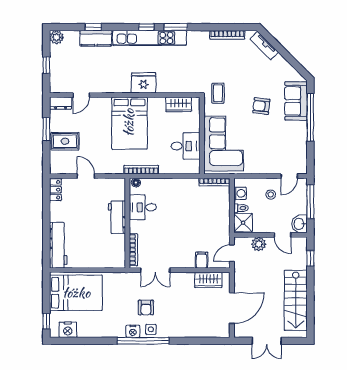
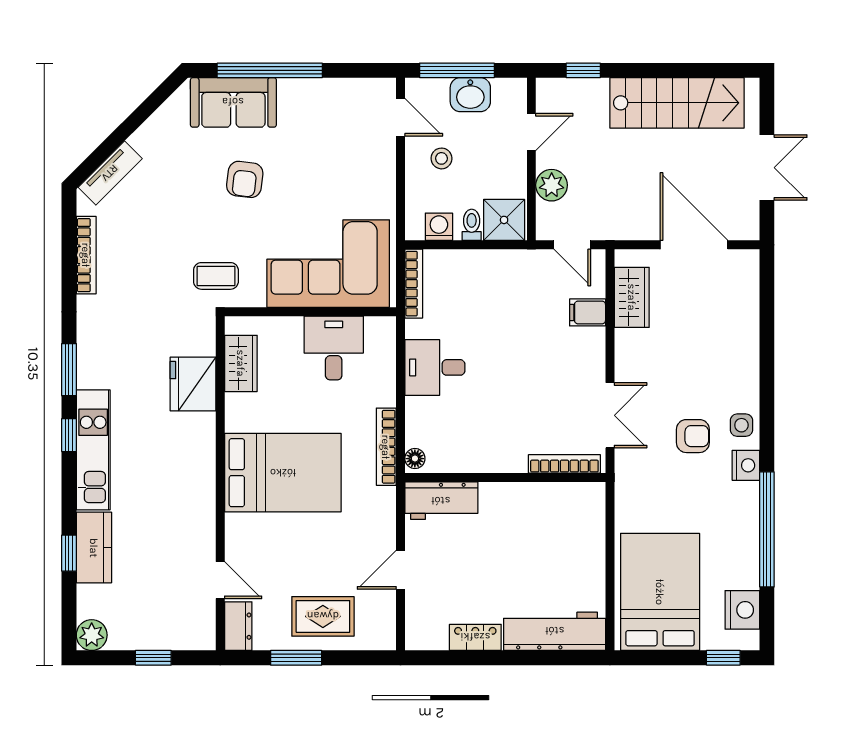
kitchen unit: (150, 38) -> (93, 450), width x0.73
fridge: (144, 83) -> (193, 384), moved
rug: (65, 141) -> (323, 616), turned 90
locker: (55, 190) -> (475, 637), moved
desk: (143, 207) -> (435, 367), moved, turned 90
workbench: (117, 217) -> (441, 501), moved
washbasin: (299, 224) -> (470, 95), moved
window: (143, 341) -> (767, 529), moved

